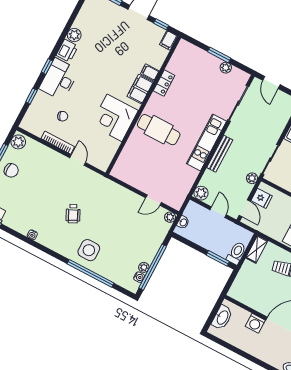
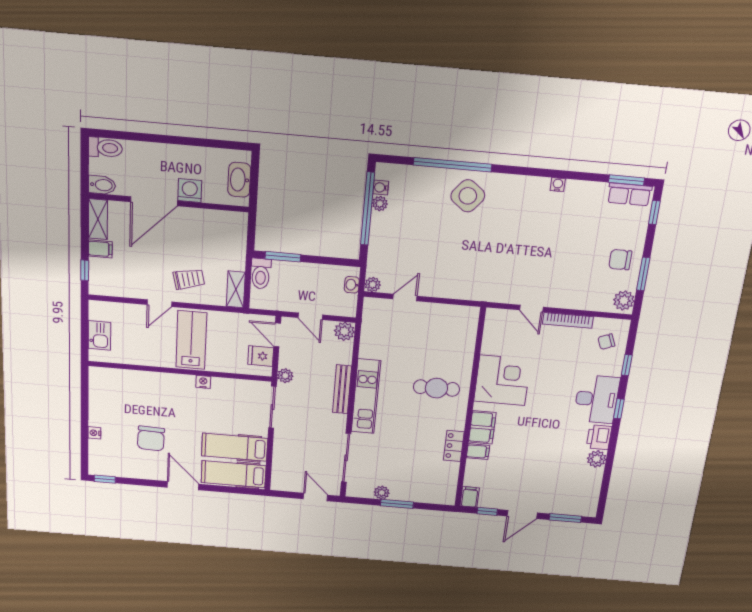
chair: (63, 116) -> (606, 342), moved
cafe table: (159, 130) -> (436, 388), width x0.73, depth x0.74
wheelchair: (73, 214) -> (510, 236), removed
side table: (89, 250) -> (468, 196), turned 38

